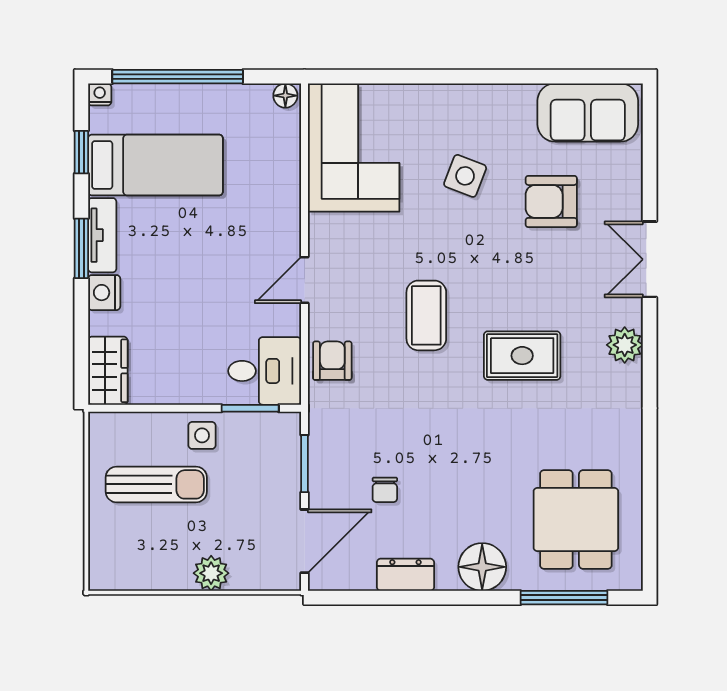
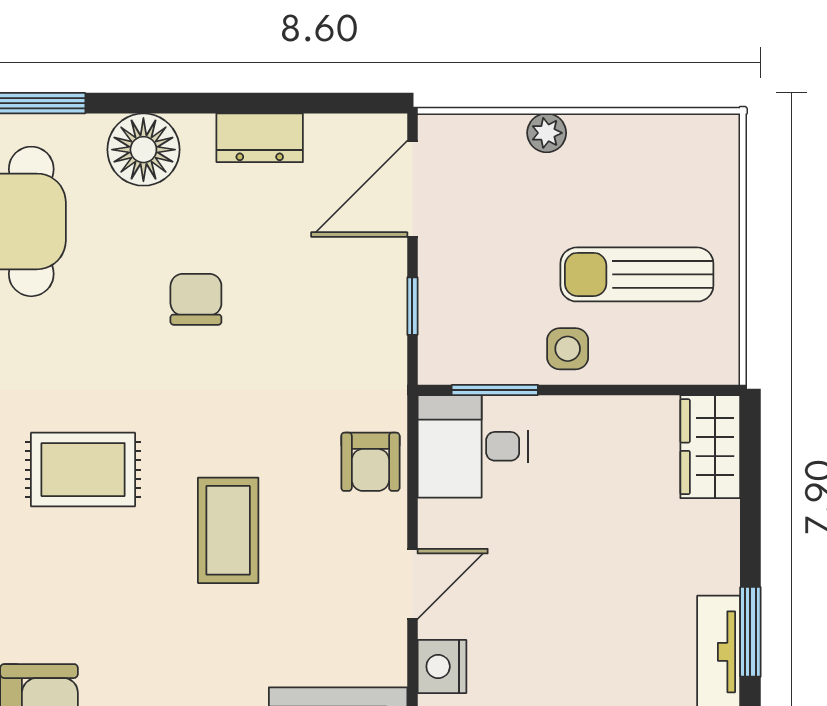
nightstand: (104, 293) -> (442, 667), moved, turned 180
window: (305, 464) -> (412, 306), width x0.67
chair: (385, 490) -> (196, 299), moved, width x1.37, depth x1.37
plant: (211, 573) -> (547, 133), width x0.73, depth x0.73

